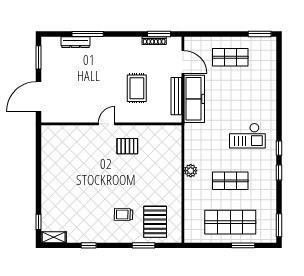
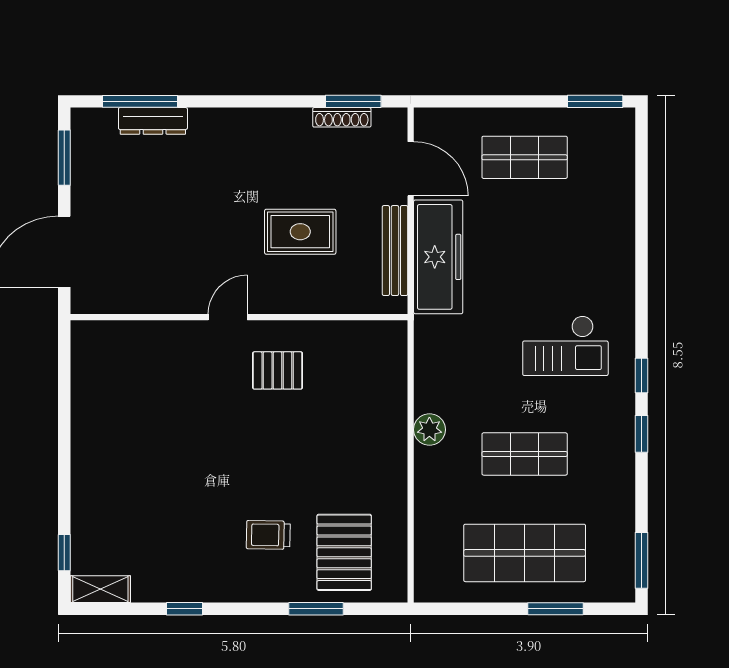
window: (88, 34) -> (140, 101), moved
rug: (137, 88) -> (300, 232), turned 90

